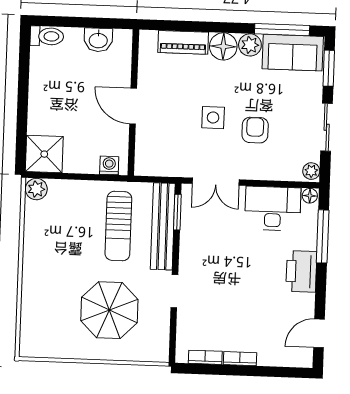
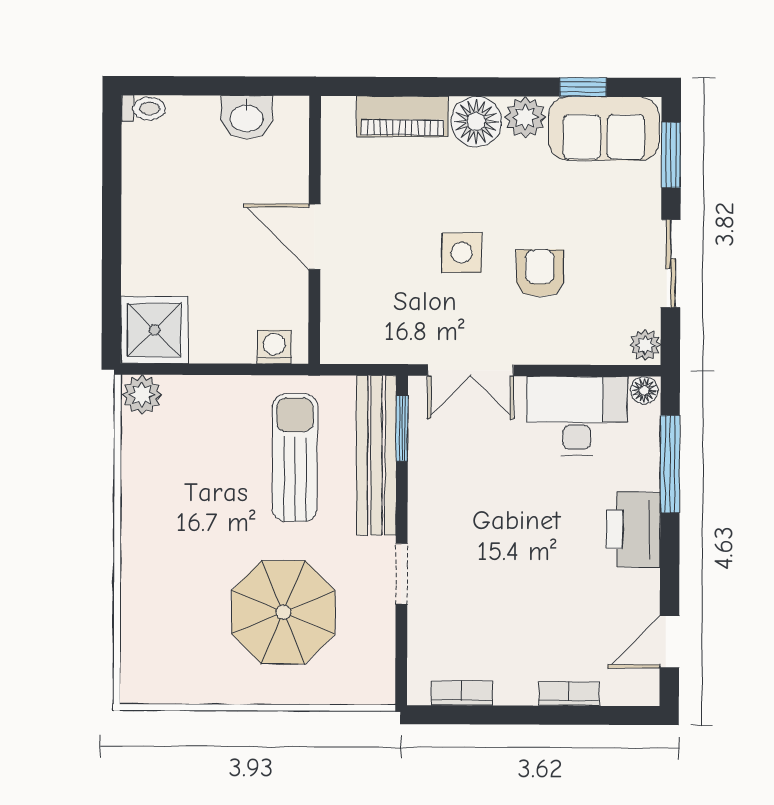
window: (282, 30) -> (583, 87), width x0.46
toilet: (47, 36) -> (143, 109), width x0.73, depth x0.72
sun lounger: (118, 226) -> (295, 458), turned 180
bookcase: (240, 359) -> (569, 694), moved

